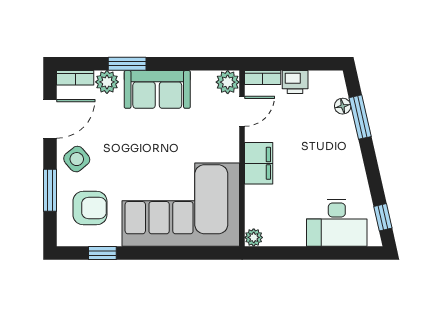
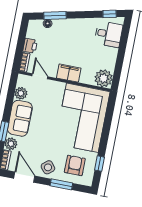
plant: (228, 82) -> (21, 93), moved
desk: (337, 223) -> (109, 34), width x0.73
plant: (254, 237) -> (104, 78), width x1.88, depth x1.88

